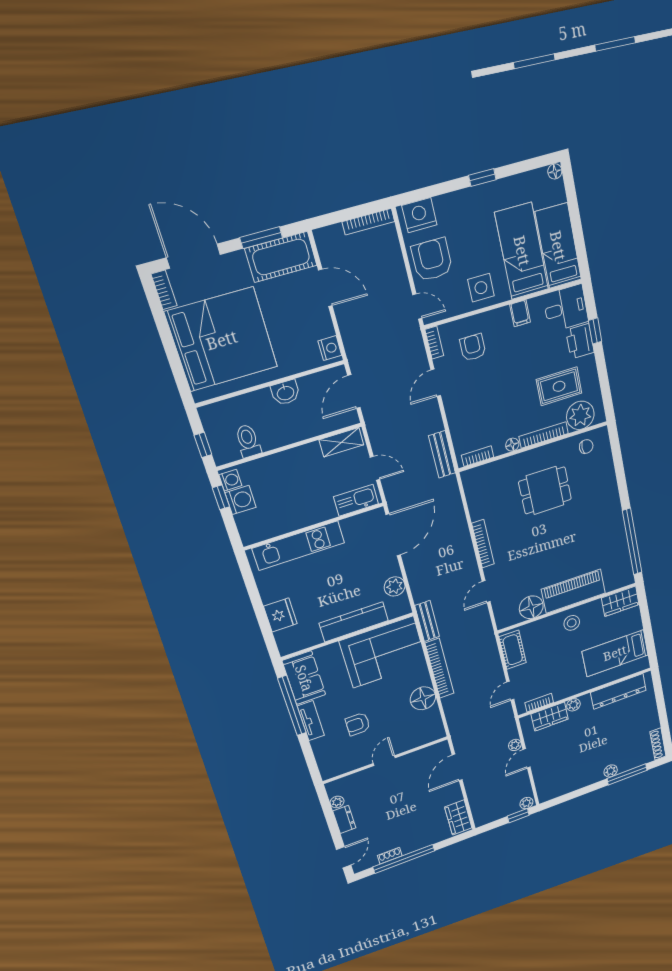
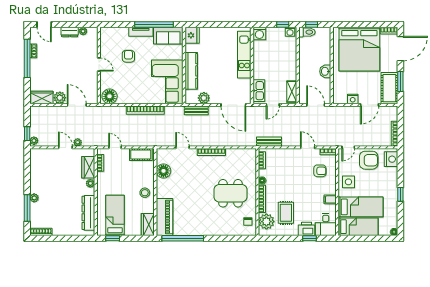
nightstand: (330, 348) -> (353, 99), moved
toilet: (248, 441) -> (307, 32), moved
dining table: (545, 490) -> (230, 193), width x1.37
washing machine: (241, 500) -> (259, 33), moved
piano: (573, 591) -> (164, 217), moved
fridge: (280, 615) -> (192, 35), moved, turned -90
bench: (427, 621) -> (196, 110), moved
window: (650, 644) -> (113, 238), added
floor lamp: (423, 698) -> (110, 96), moved
plant: (452, 794) -> (60, 98), added

